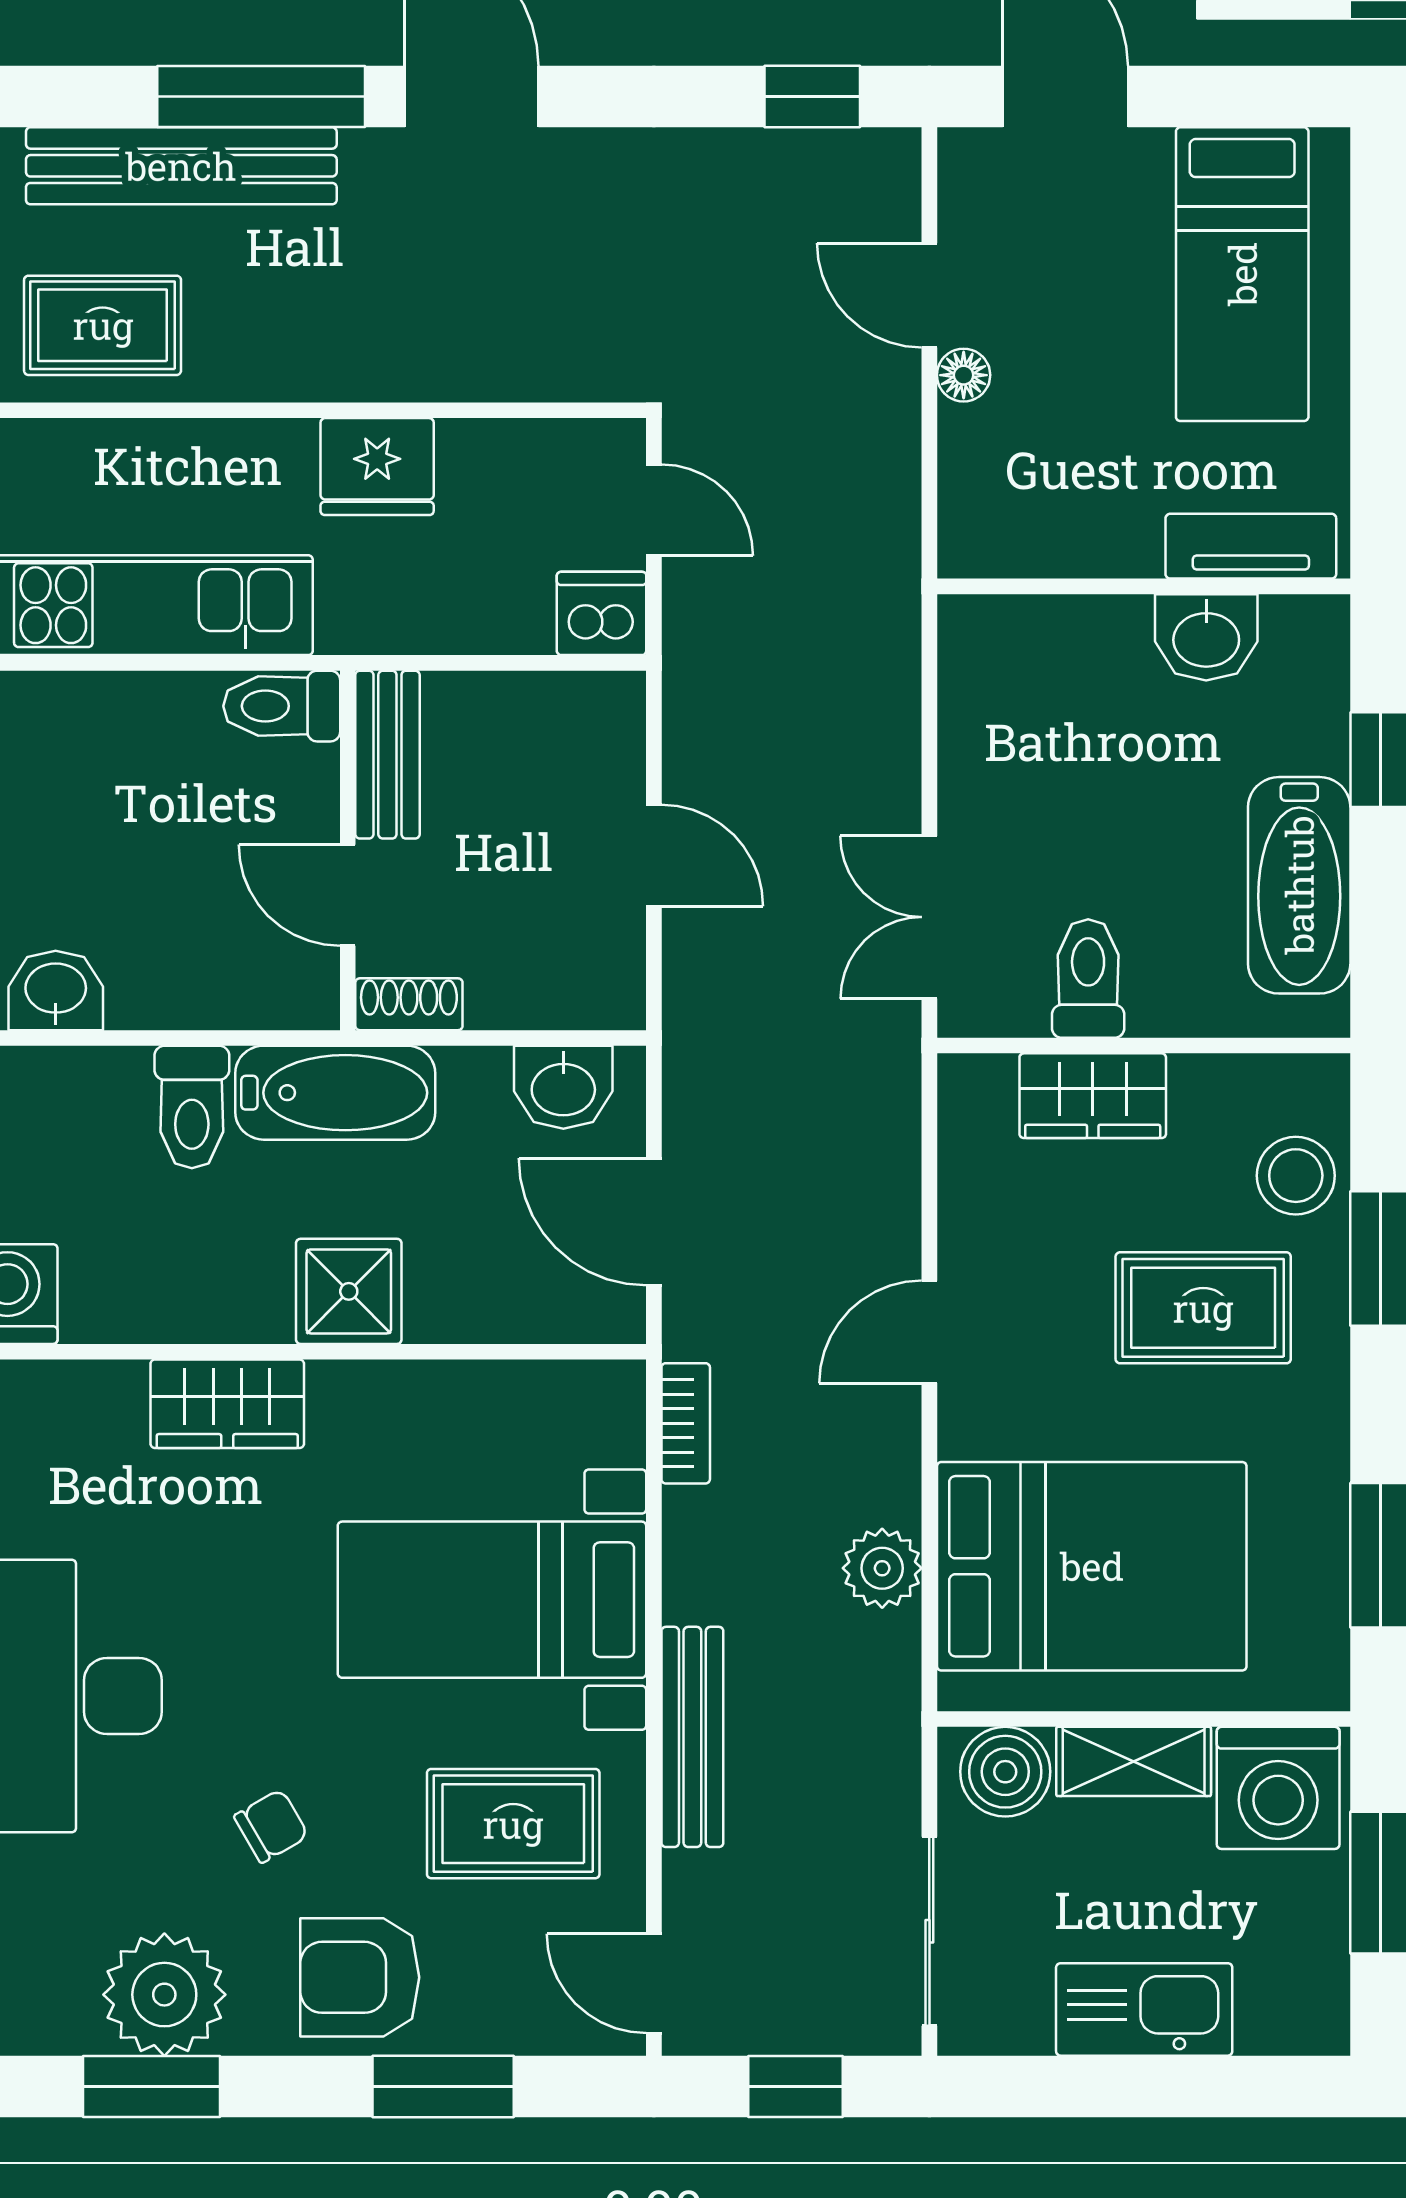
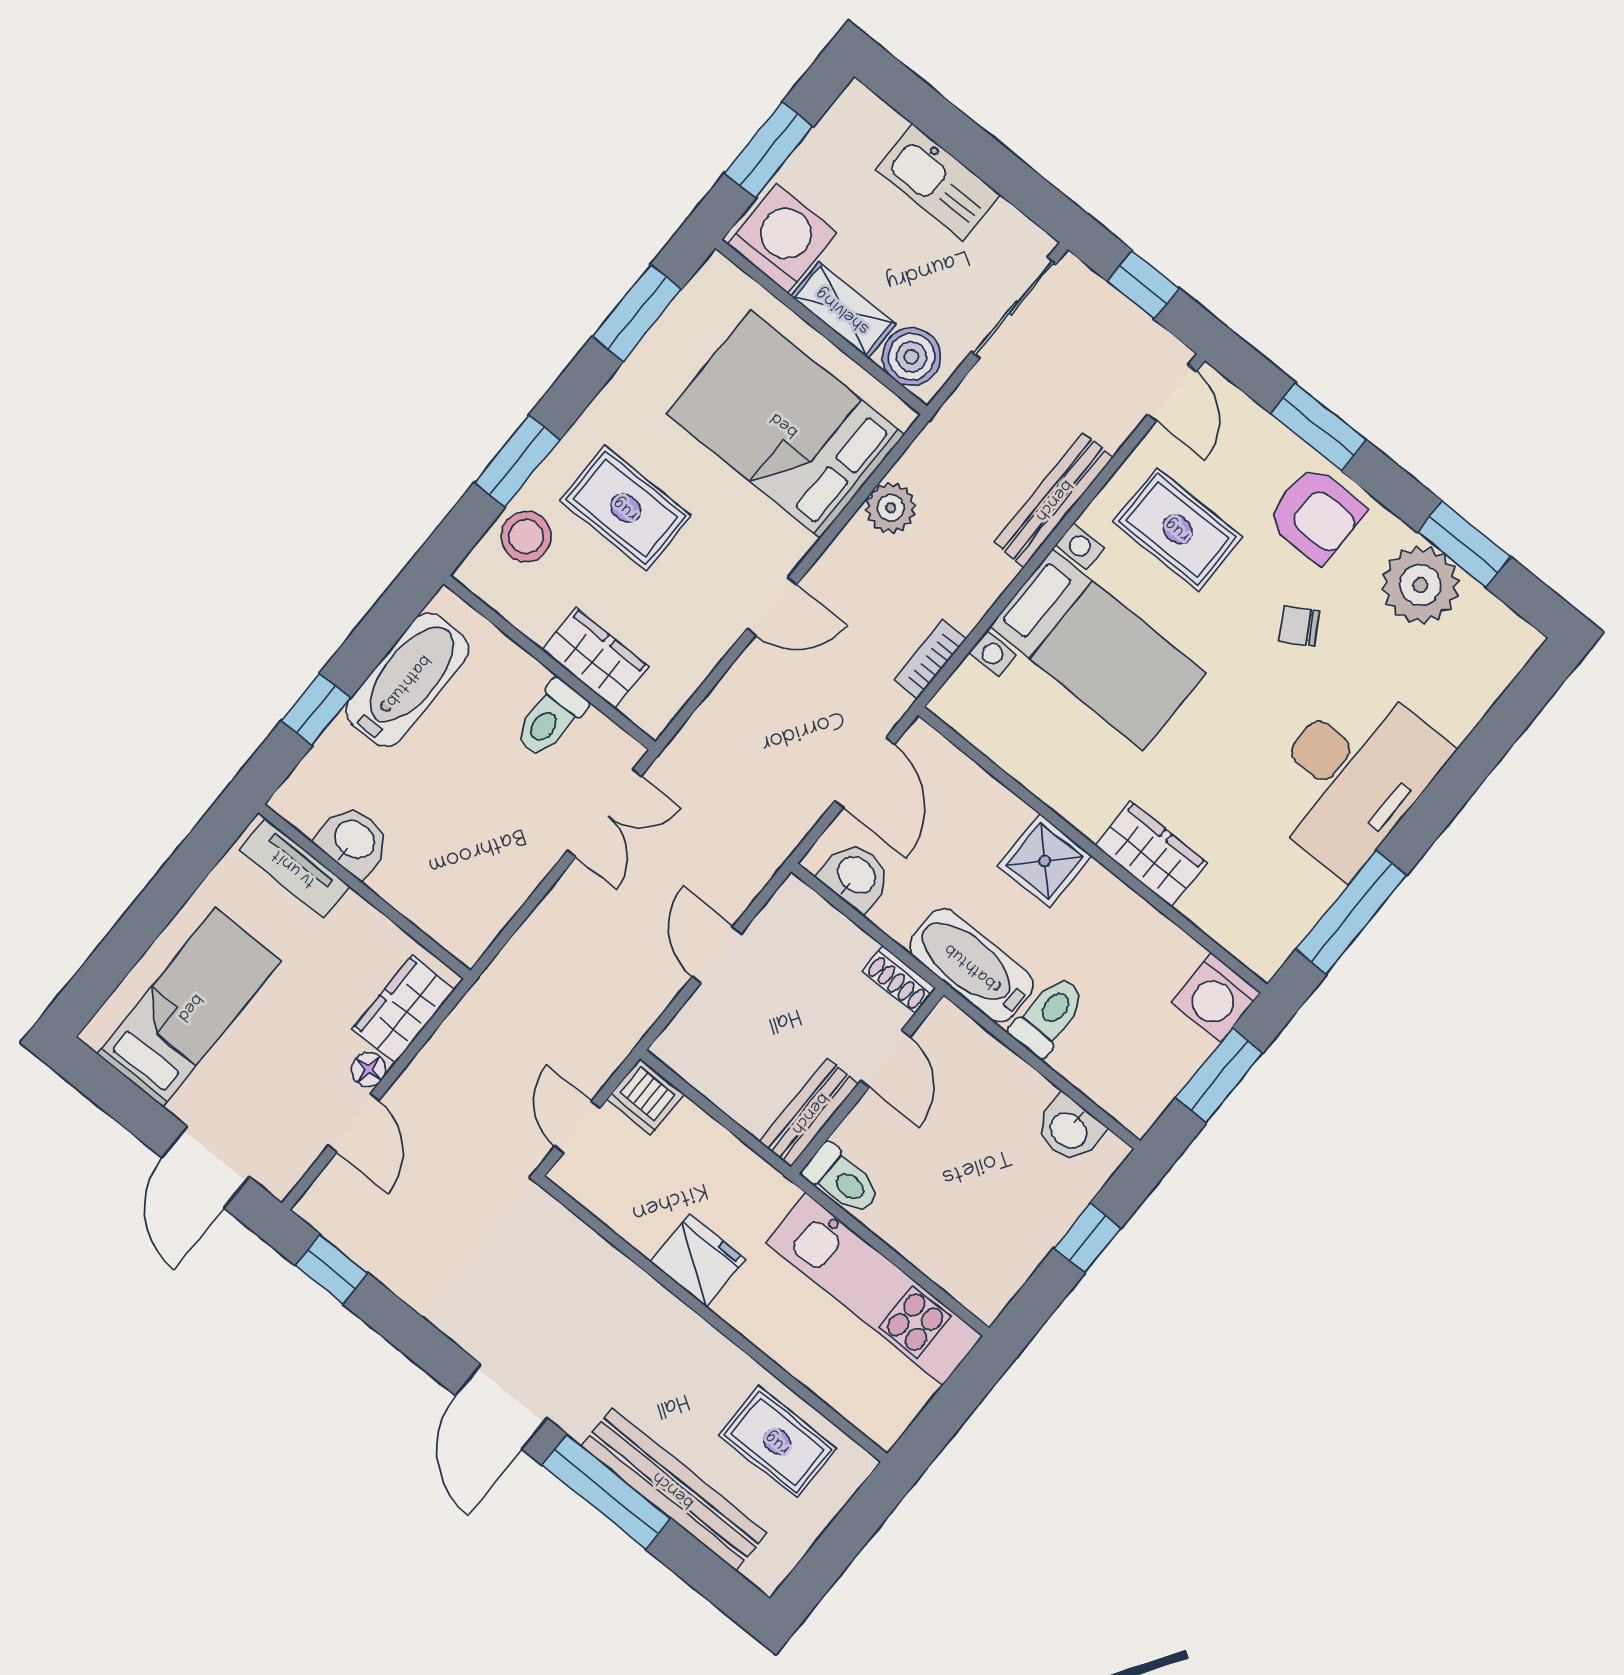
wardrobe: (980, 482) -> (404, 1009), added

